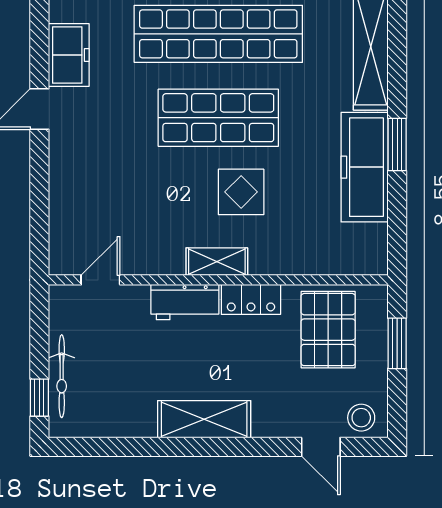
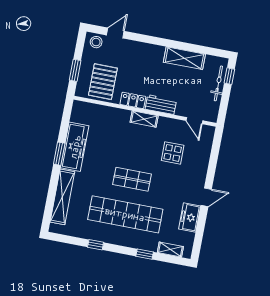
shop shelf: (218, 118) -> (132, 179), width x0.70, depth x0.74
display table: (241, 192) -> (173, 153), moved
door: (100, 280) -> (194, 121), hinge flipped
shelving: (204, 419) -> (184, 58), moved
door: (321, 447) -> (115, 33), hinge flipped

